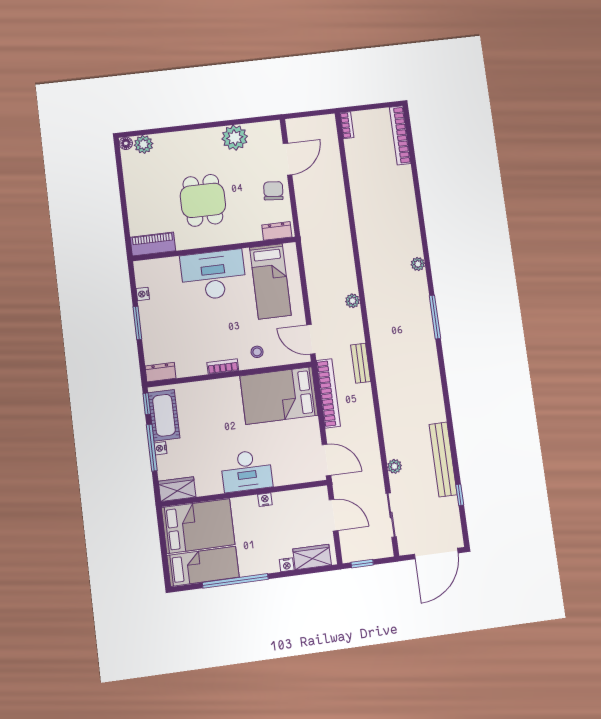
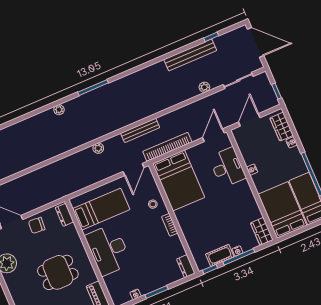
bench: (361, 363) -> (140, 130), width x1.36
cot: (164, 415) -> (220, 255), width x0.73, depth x0.75
desk: (247, 471) -> (227, 167), moved

